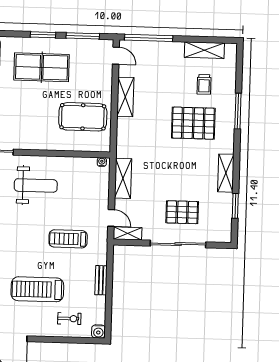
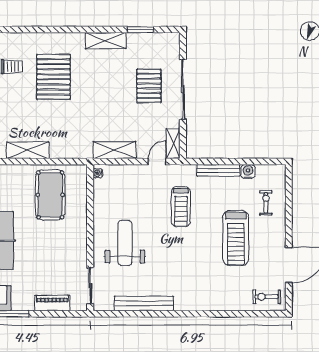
window: (238, 111) -> (39, 30), removed
bench: (101, 280) -> (218, 170), width x1.36
water cooler: (98, 331) -> (248, 172), moved, turned -90

